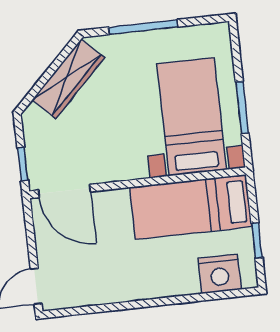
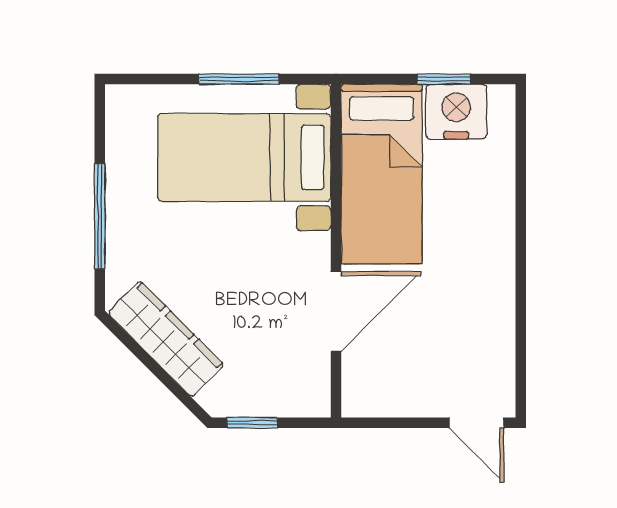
window: (23, 164) -> (252, 423), moved
door: (64, 191) -> (336, 312), moved
nightstand: (220, 274) -> (456, 112), moved, turned -90

